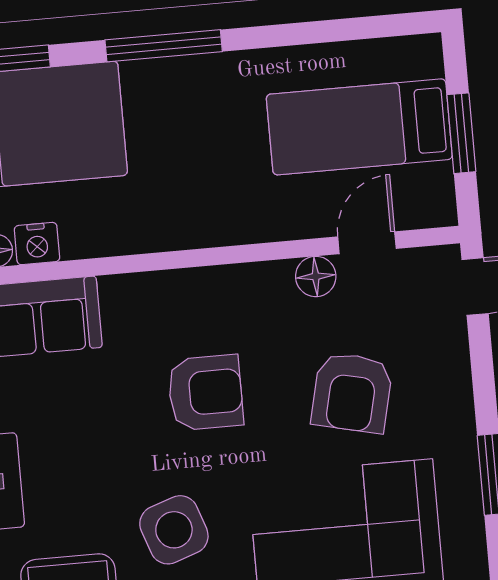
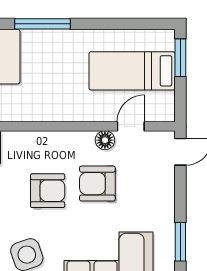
window: (461, 133) -> (180, 58), moved
armchair: (352, 393) -> (97, 184), moved, turned 77

